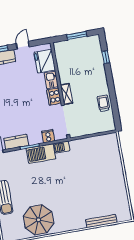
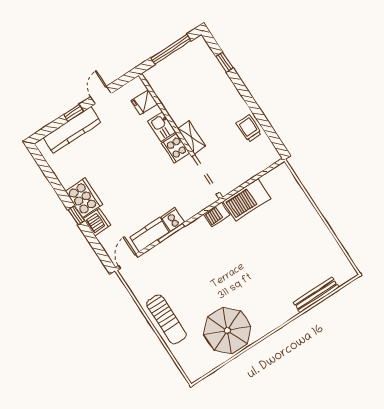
window: (77, 36) -> (171, 49), width x1.44
fridge: (45, 61) -> (144, 102), width x0.53, depth x0.75
cooker: (48, 136) -> (173, 219), moved
barbecue: (41, 154) -> (247, 200), moved

